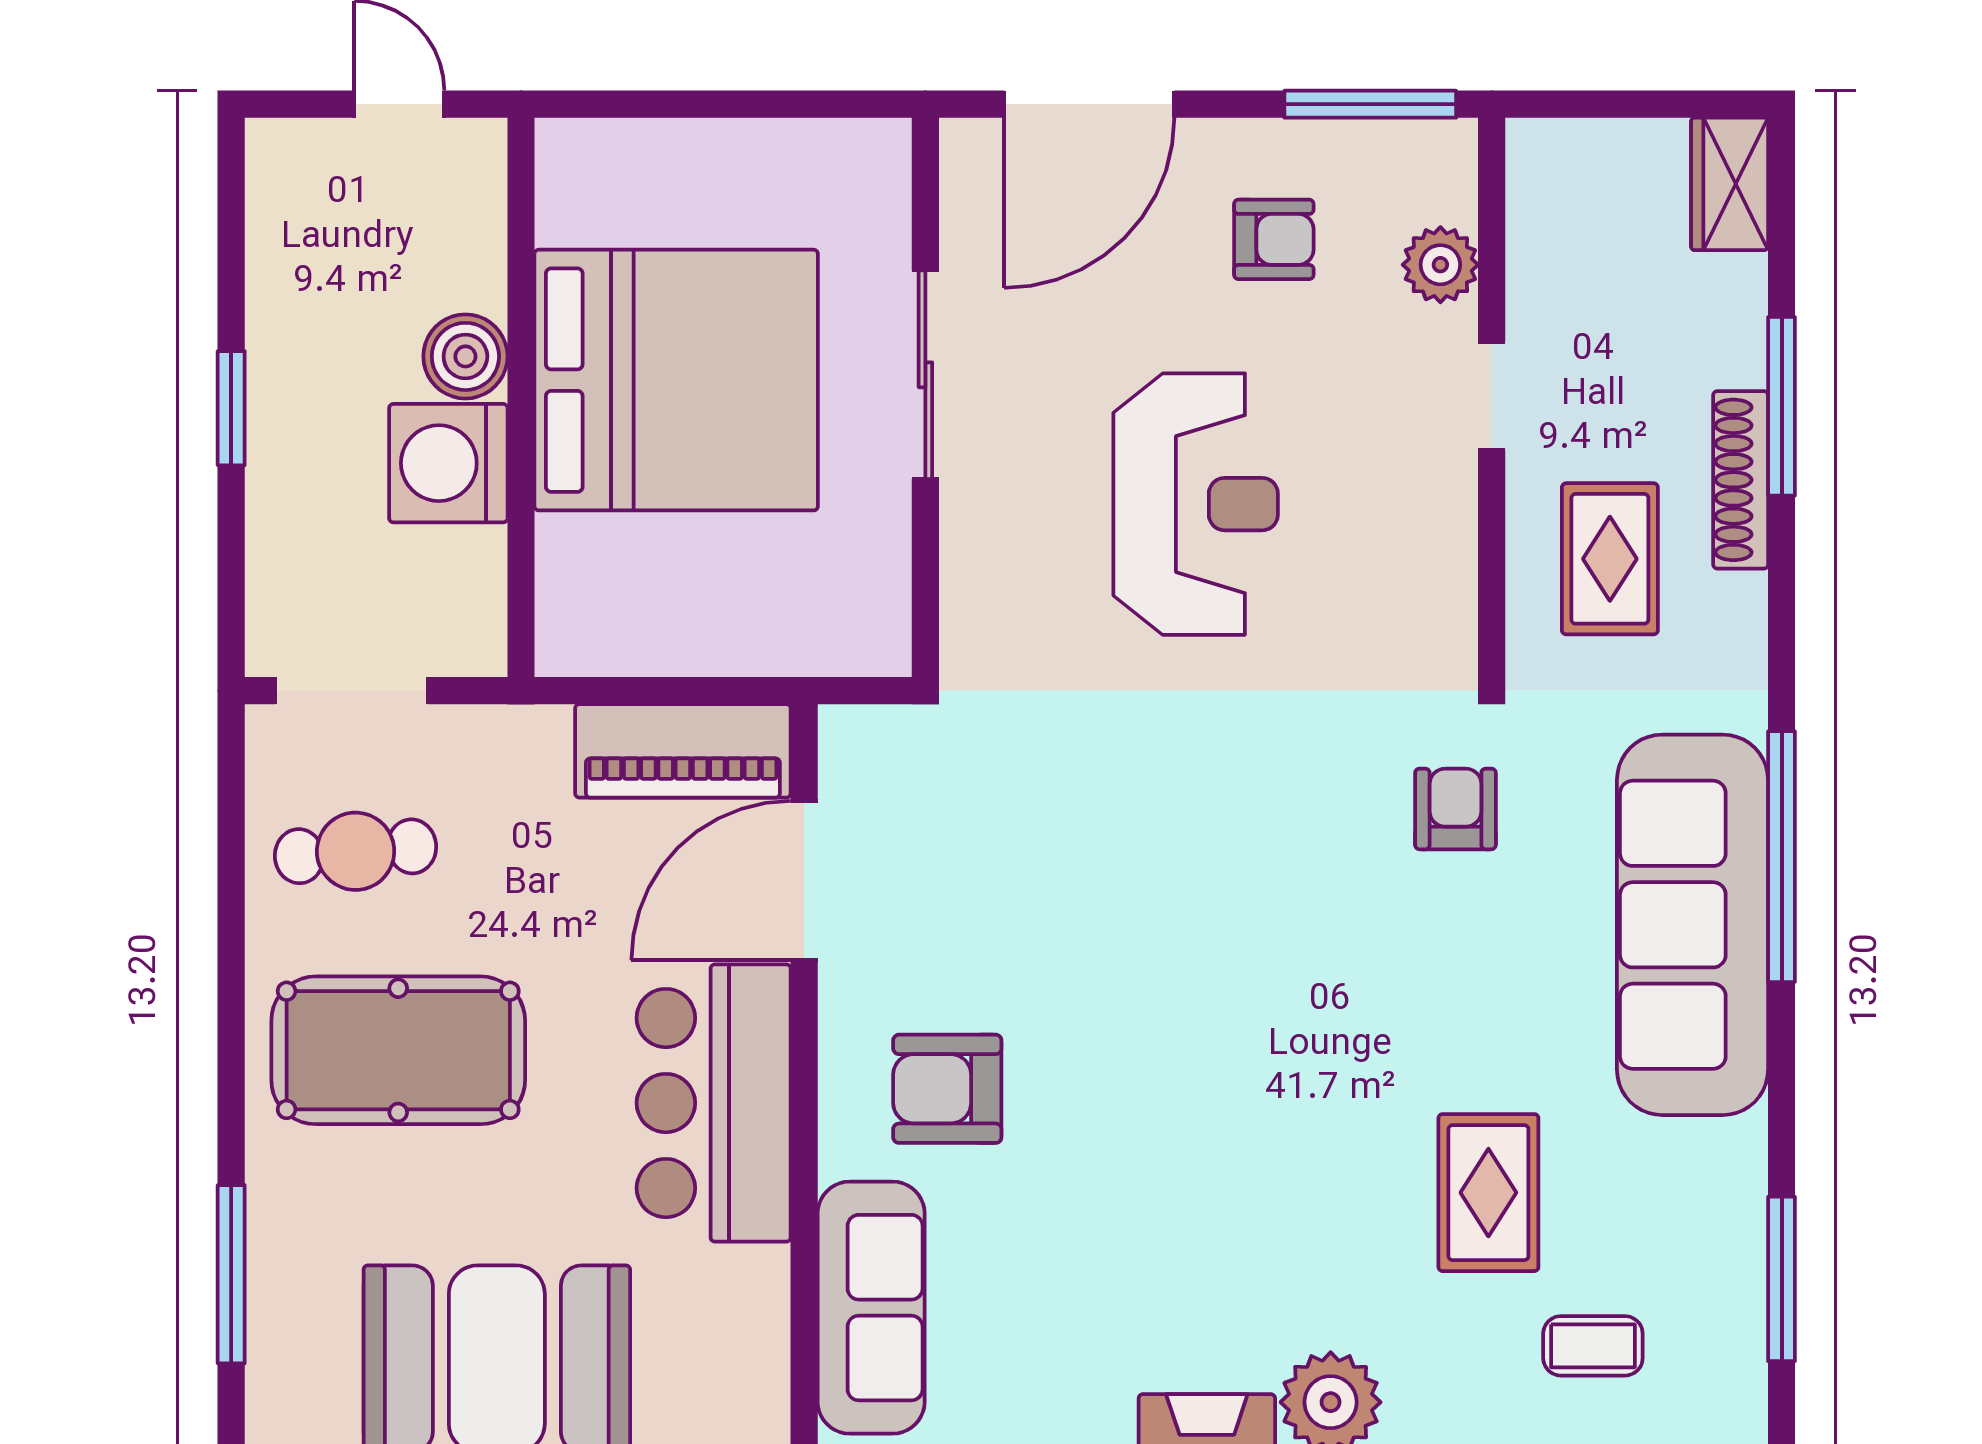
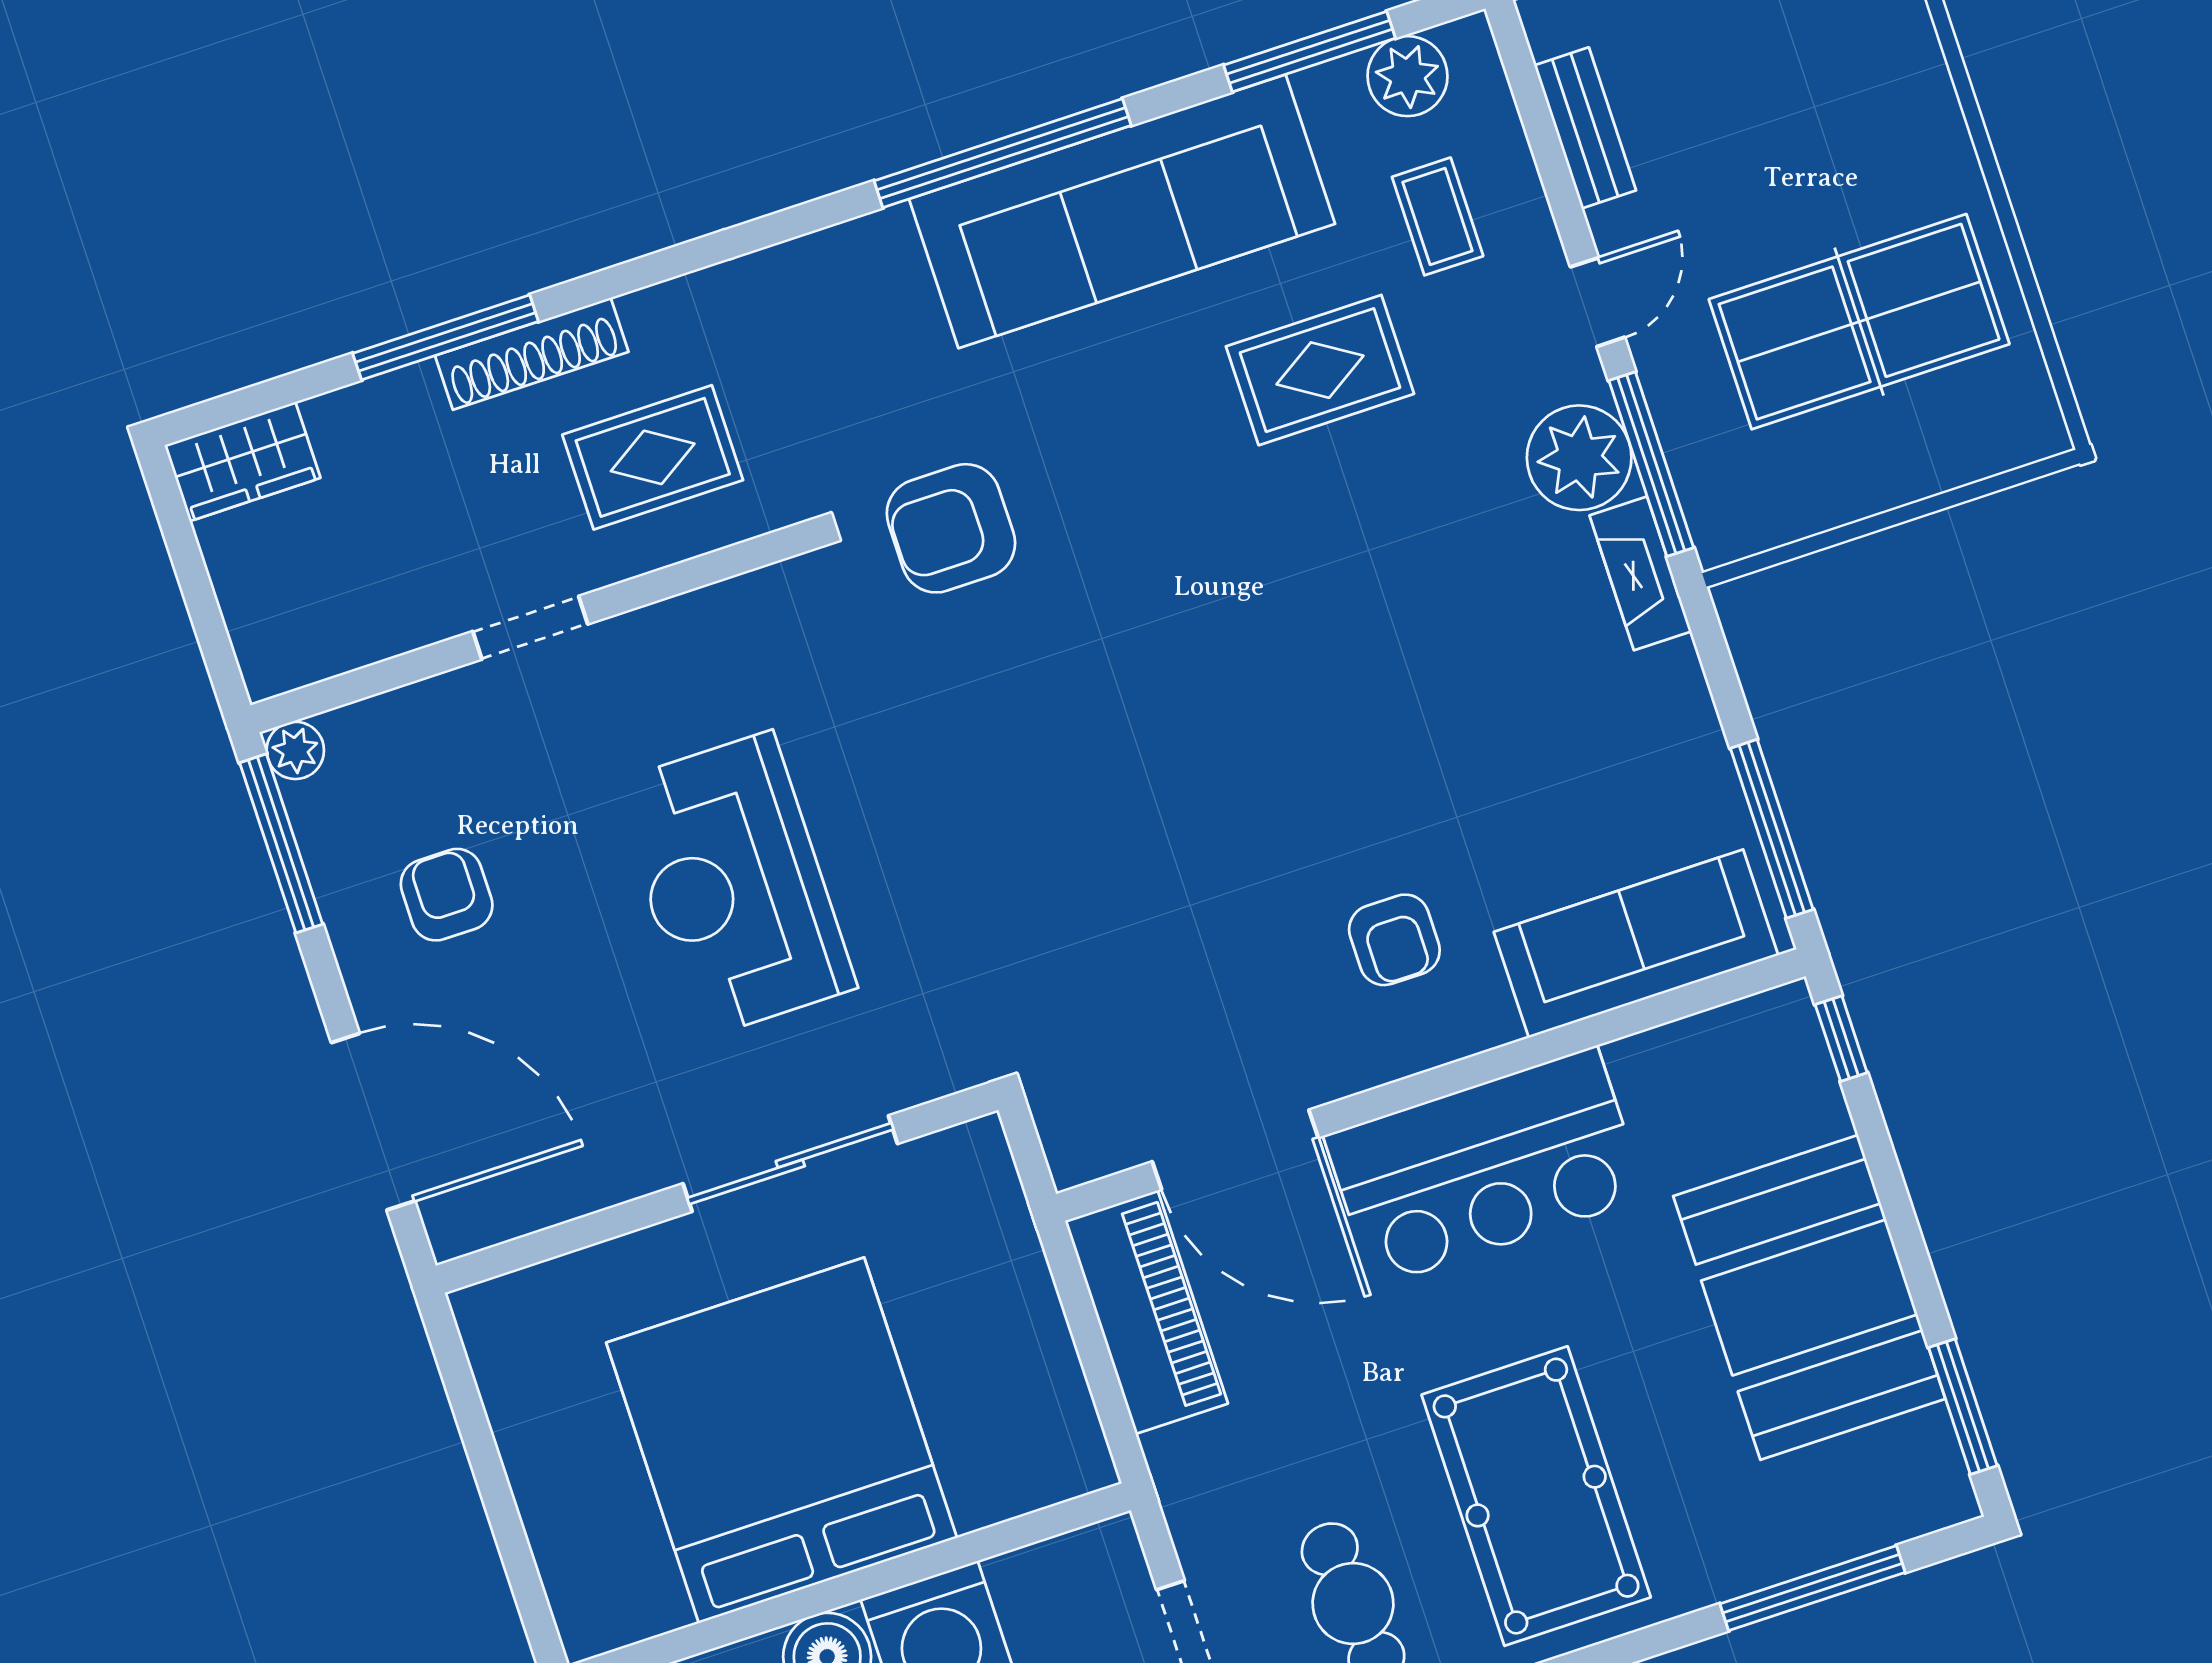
plant: (1440, 265) -> (295, 750), moved, width x0.73, depth x0.73
sliding door: (925, 375) -> (790, 1164), moved
reception desk: (1196, 504) -> (734, 885), turned -90
armchair: (1455, 809) -> (951, 528), width x1.38, depth x1.38
window: (1782, 857) -> (1003, 153), moved
sofa: (1692, 925) -> (1122, 211), moved
armchair: (947, 1089) -> (1394, 940), width x0.72, depth x0.72
plant: (1730, 1361) -> (1407, 76), added

